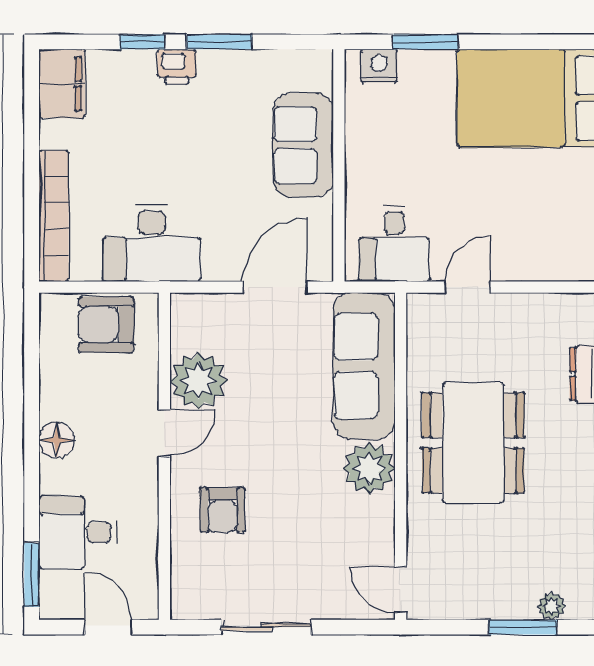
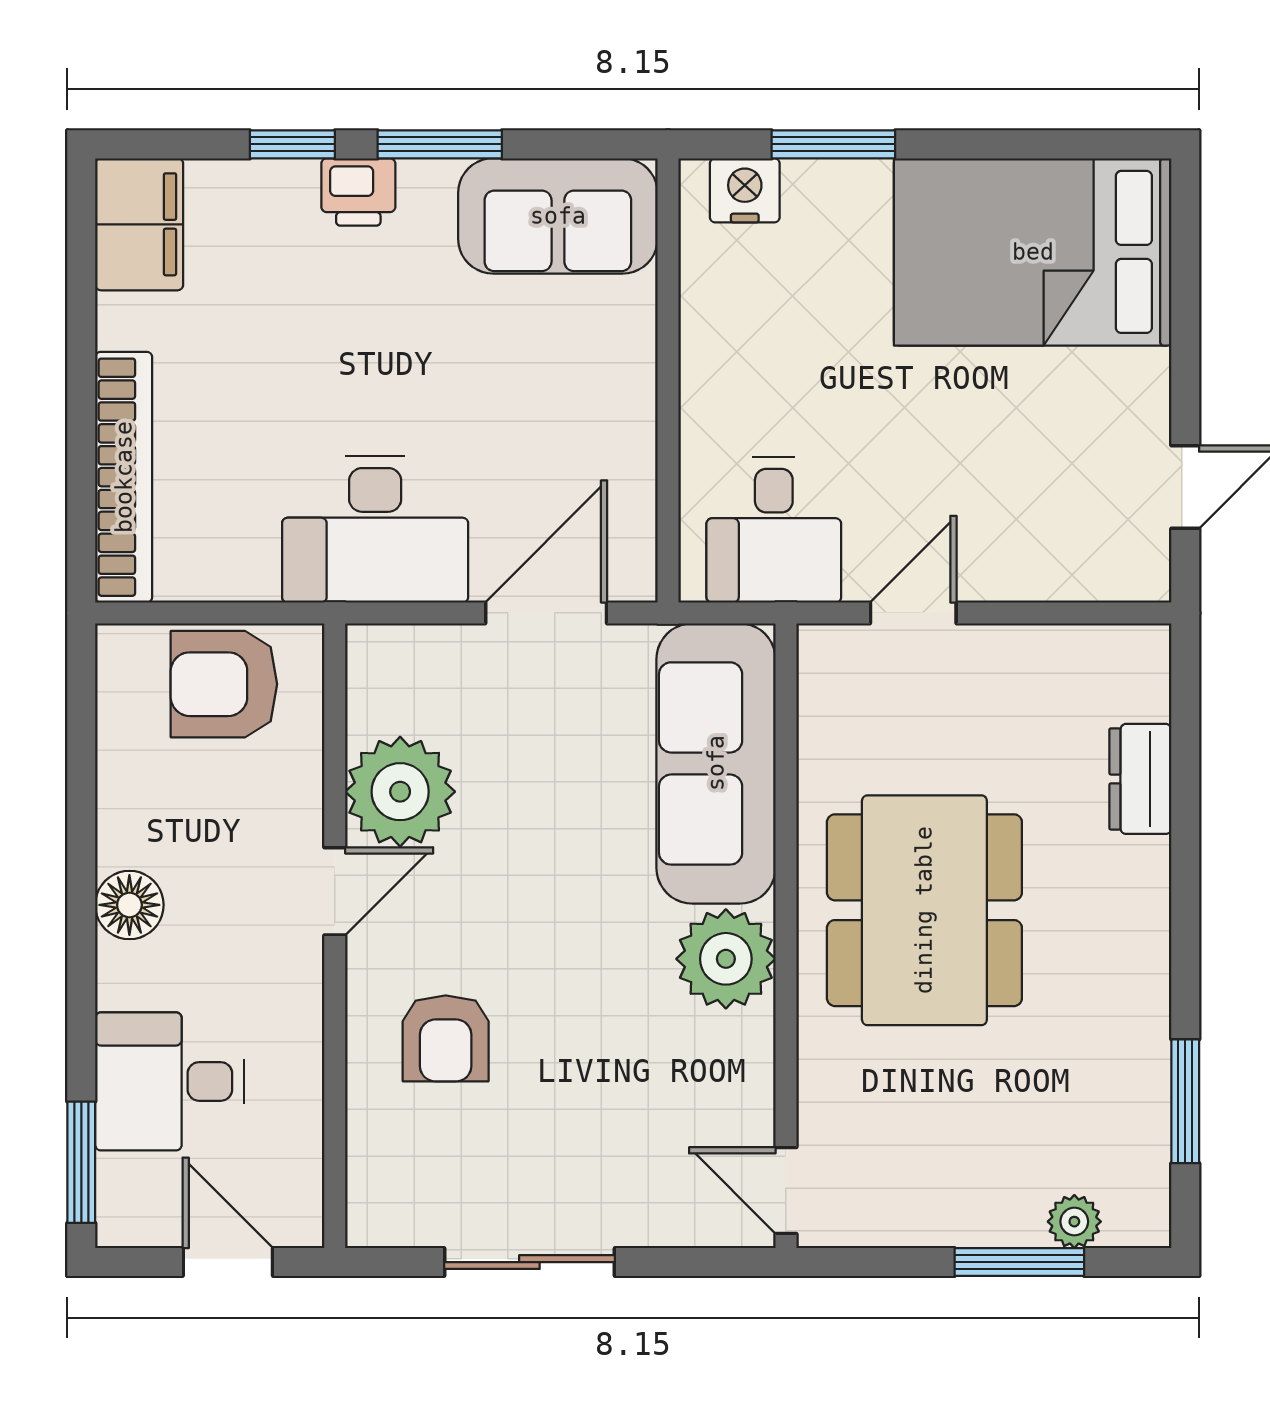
sofa: (303, 145) -> (558, 216), moved, turned -90
desk: (152, 243) -> (375, 529), moved

